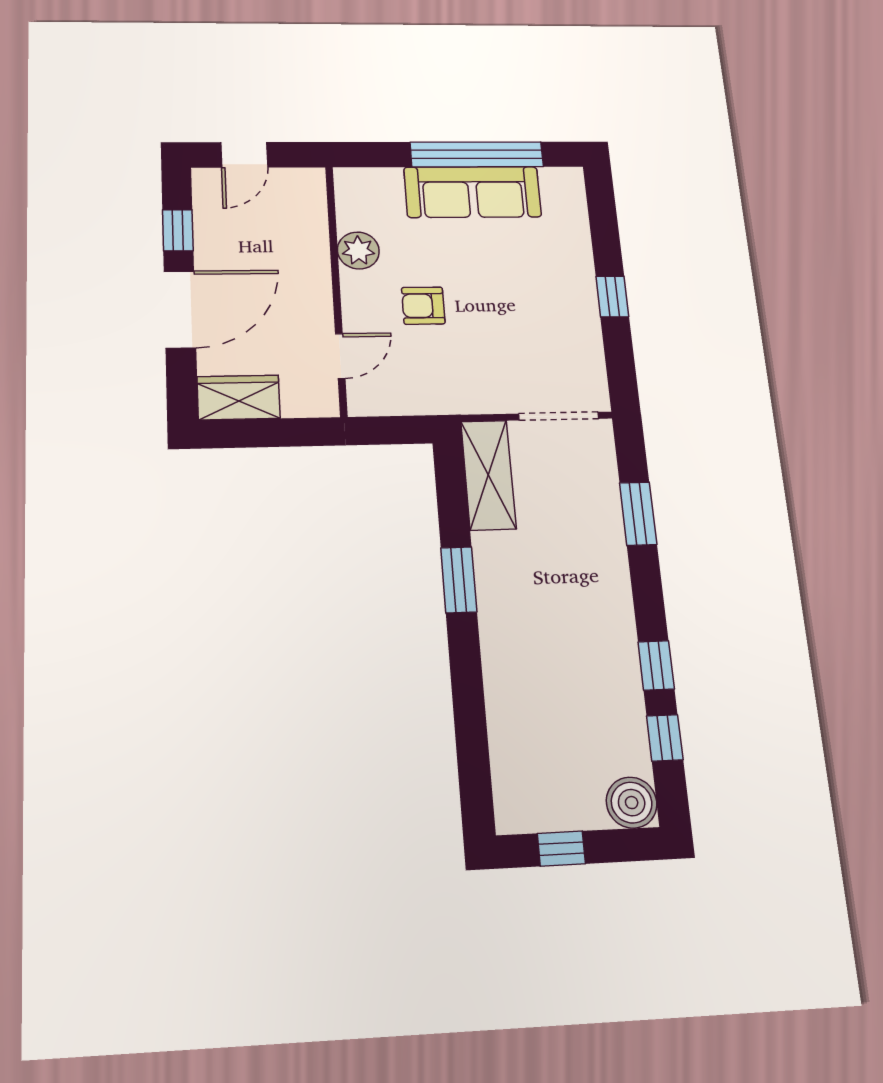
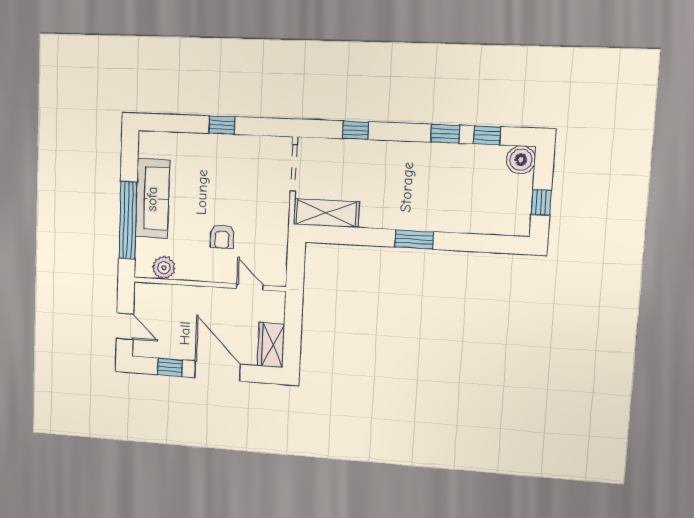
window: (477, 154) -> (128, 220), moved
plant: (358, 251) -> (164, 268), moved
window: (638, 514) -> (356, 130), width x0.67
window: (459, 580) -> (414, 239), moved

